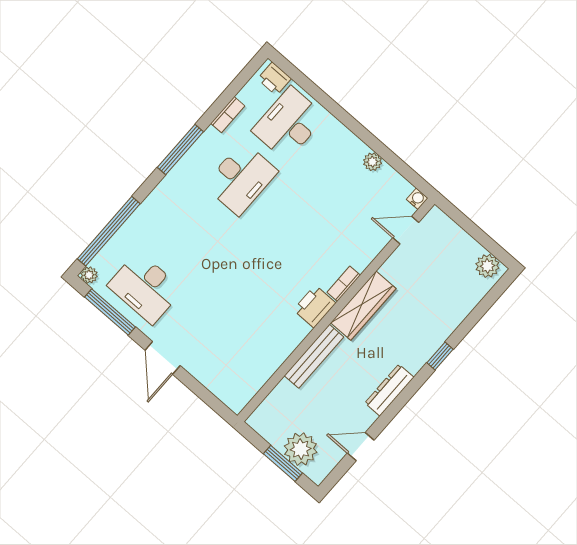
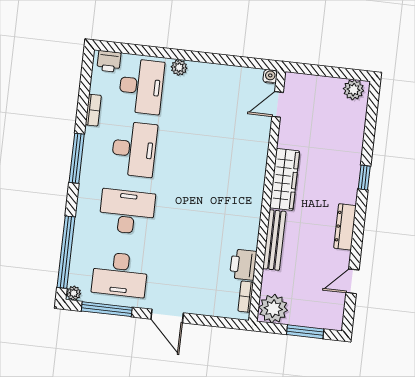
desk: (289, 124) -> (141, 86), turned 180
plant: (372, 162) -> (179, 67), moved
desk: (193, 233) -> (127, 212), added
bookcase: (344, 284) -> (246, 297), moved
printer: (315, 306) -> (243, 265), moved
plant: (301, 449) -> (273, 309), moved

